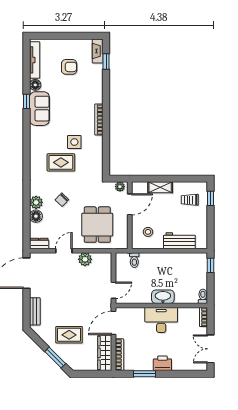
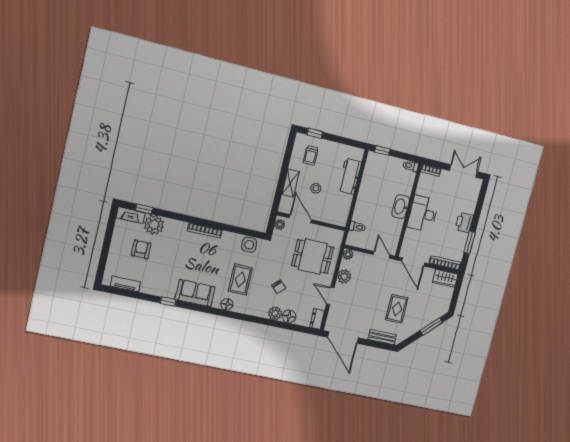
tv unit: (35, 60) -> (125, 284), width x0.71
plant: (94, 73) -> (154, 225), added
floor lamp: (35, 85) -> (227, 304), moved
sofa: (39, 109) -> (195, 293), moved
side table: (74, 142) -> (249, 245), moved
stool: (148, 232) -> (316, 188), moved
plant: (107, 258) -> (348, 254), added
rug: (69, 335) -> (397, 309), moved
double door: (210, 349) -> (463, 171), swing flipped
wardrobe: (105, 353) -> (445, 278), width x0.67

